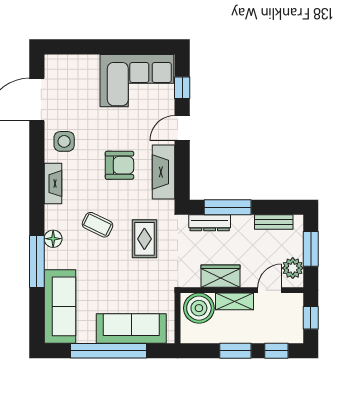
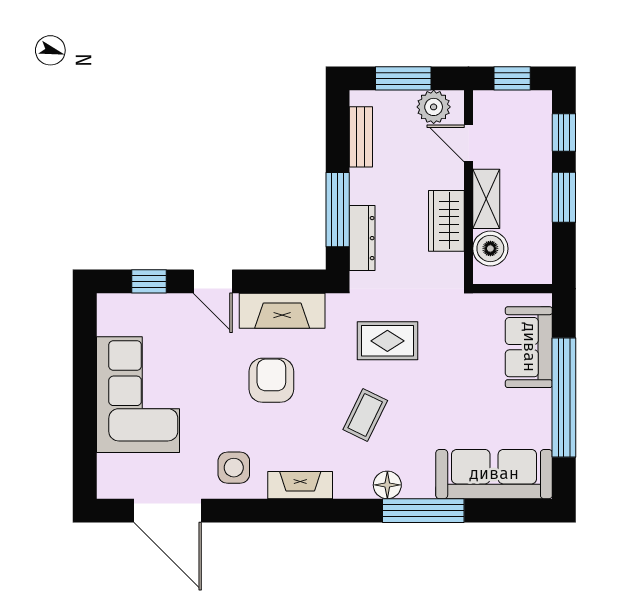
corner sofa: (137, 81) -> (138, 395), moved
boiler: (199, 308) -> (490, 249), width x0.73, depth x0.73
sofa: (131, 328) -> (529, 347), width x0.73

